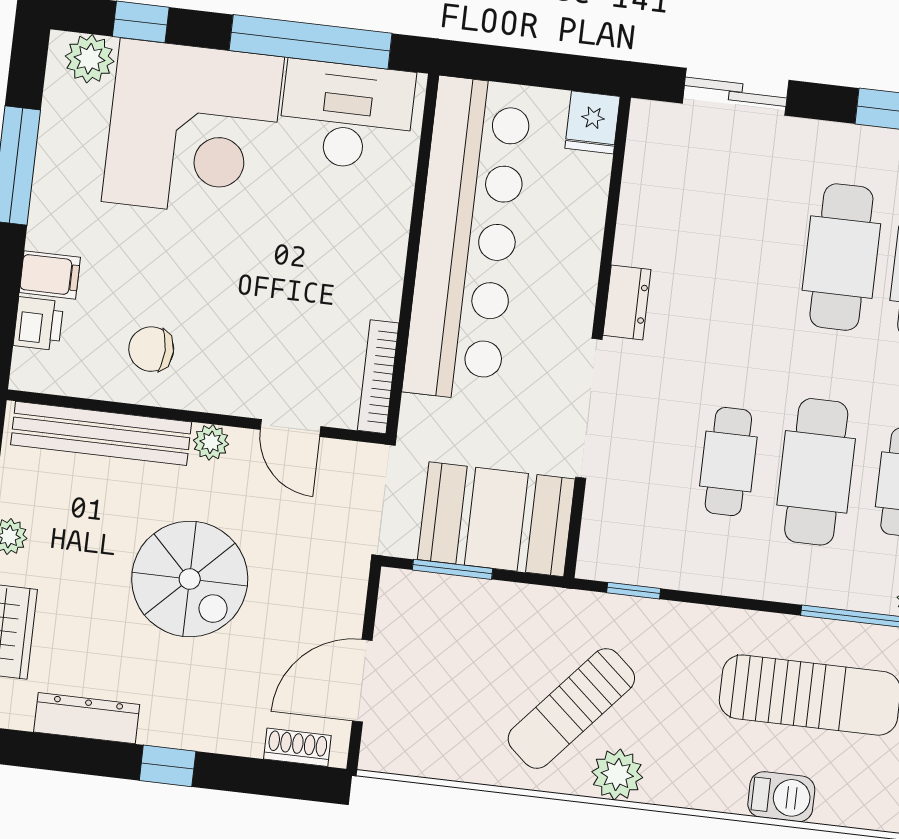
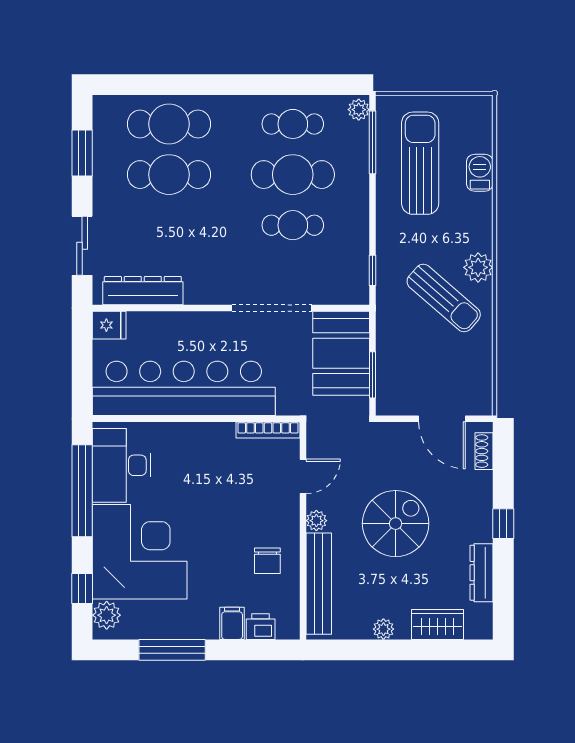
dresser: (627, 302) -> (143, 291), moved, width x1.96, depth x1.24

